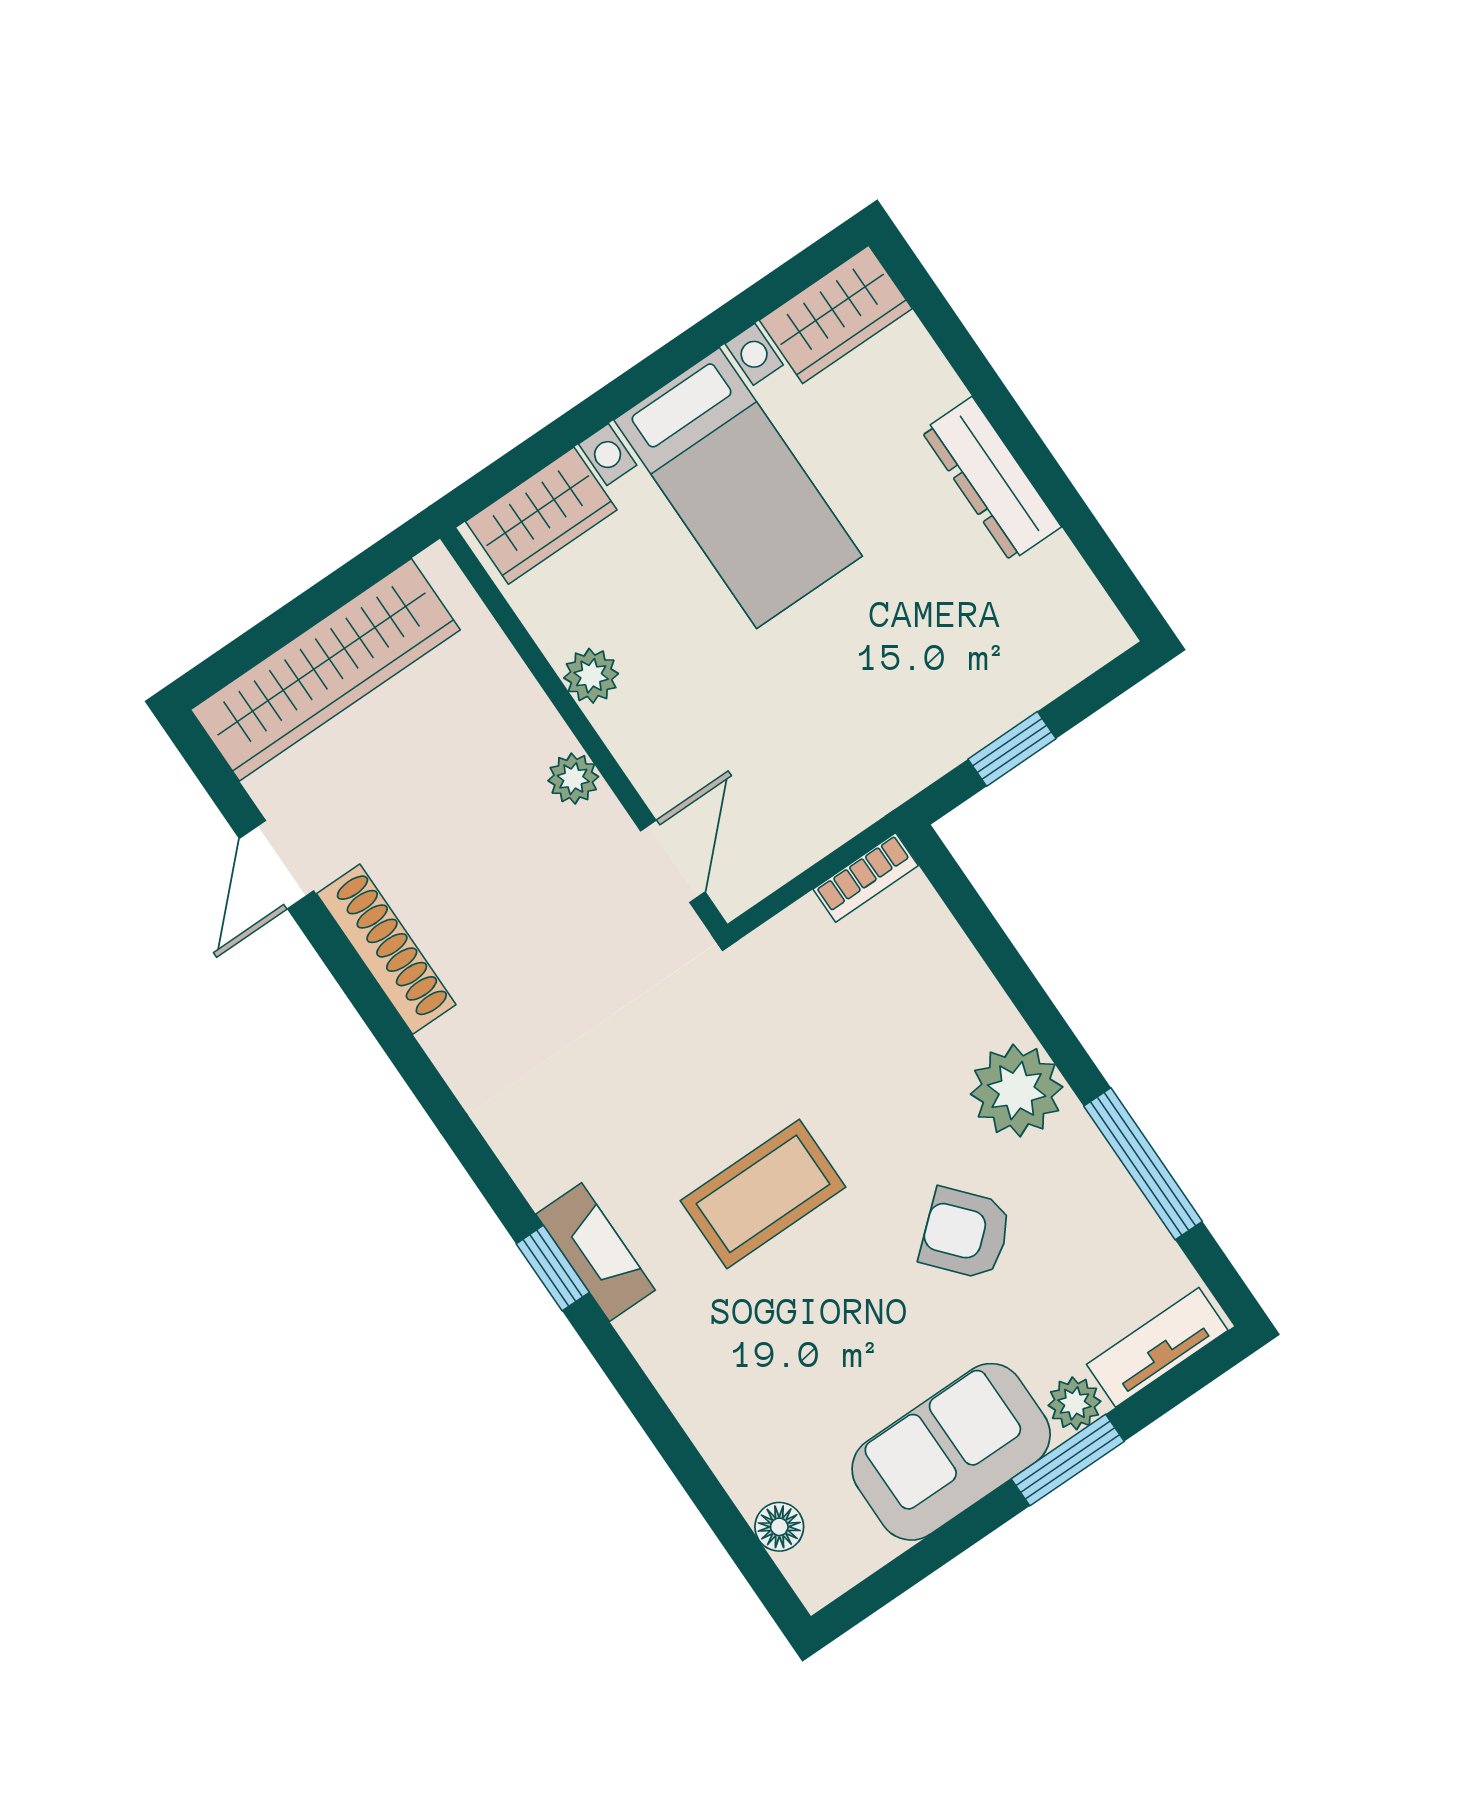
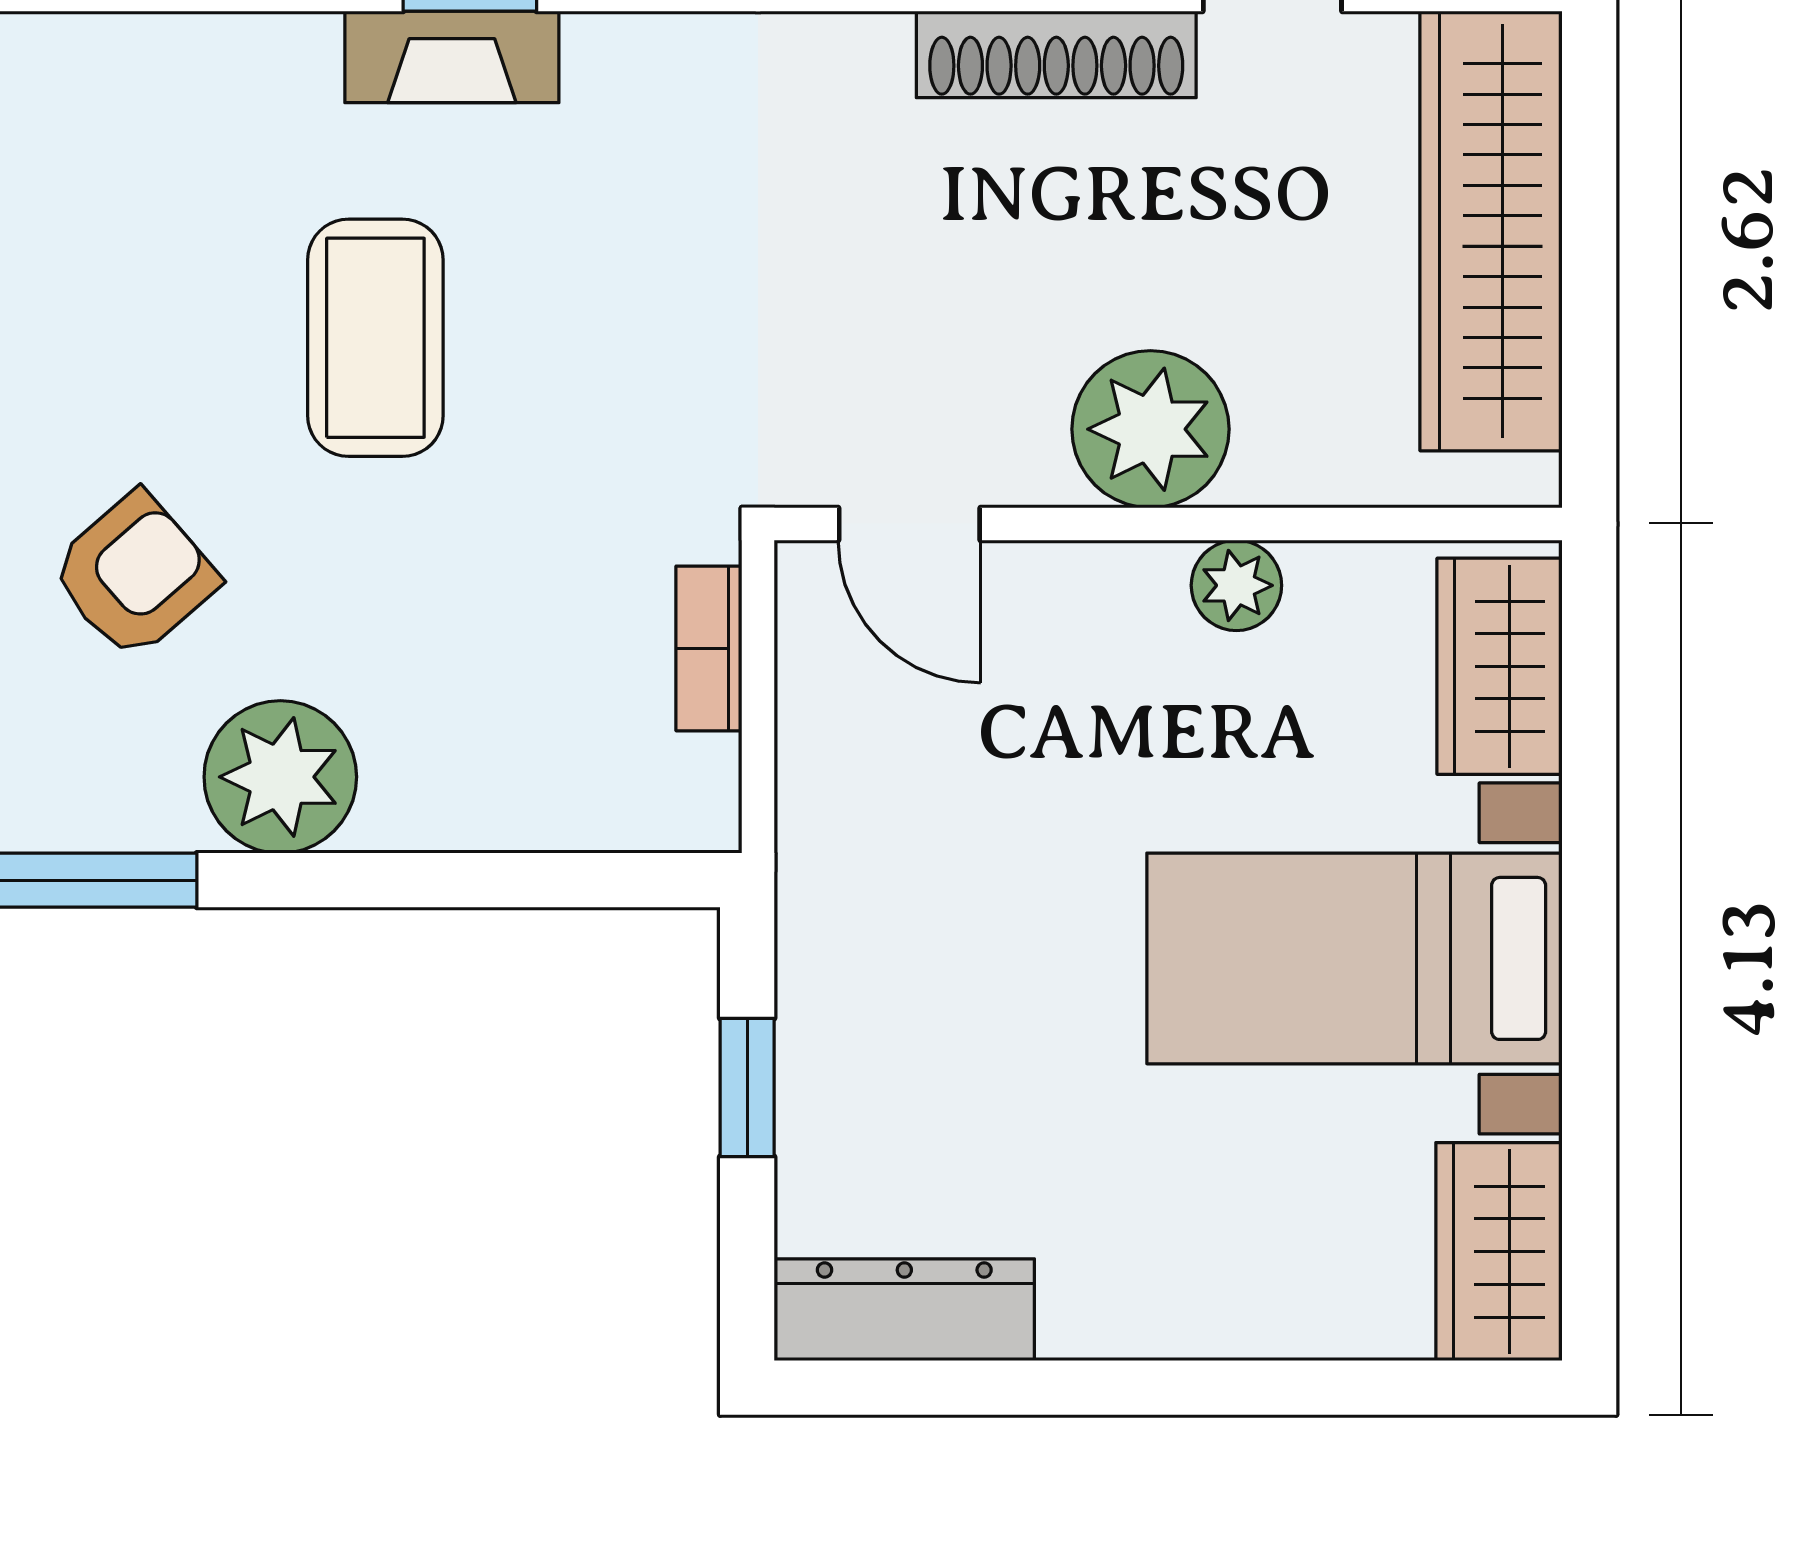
dresser: (991, 479) -> (904, 1310), moved
plant: (573, 779) -> (1150, 429), width x1.88, depth x1.88
bookcase: (866, 877) -> (709, 648), moved

